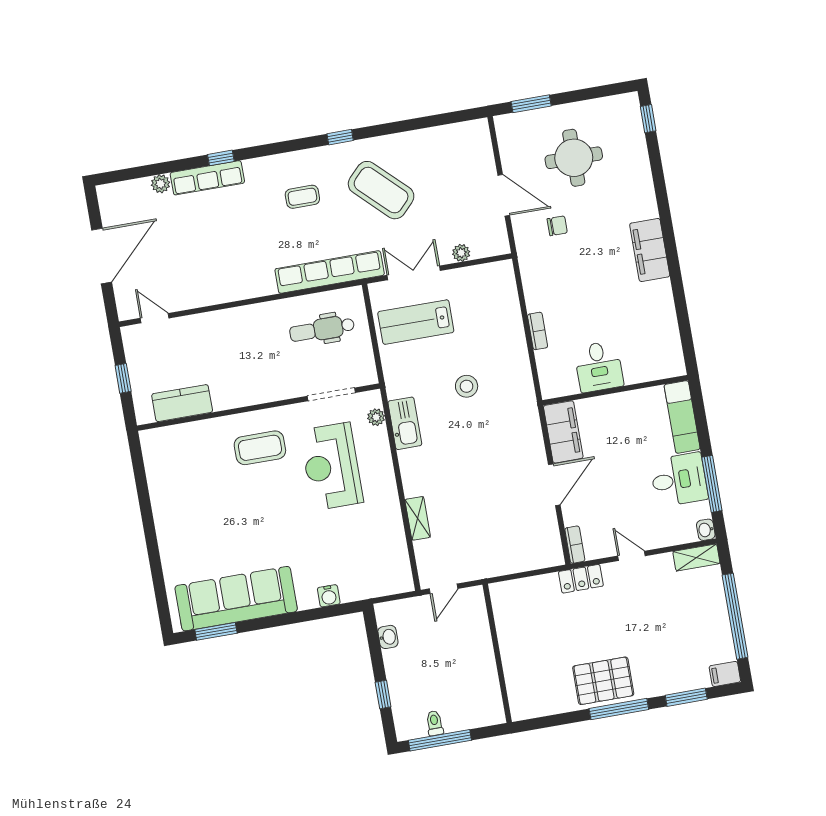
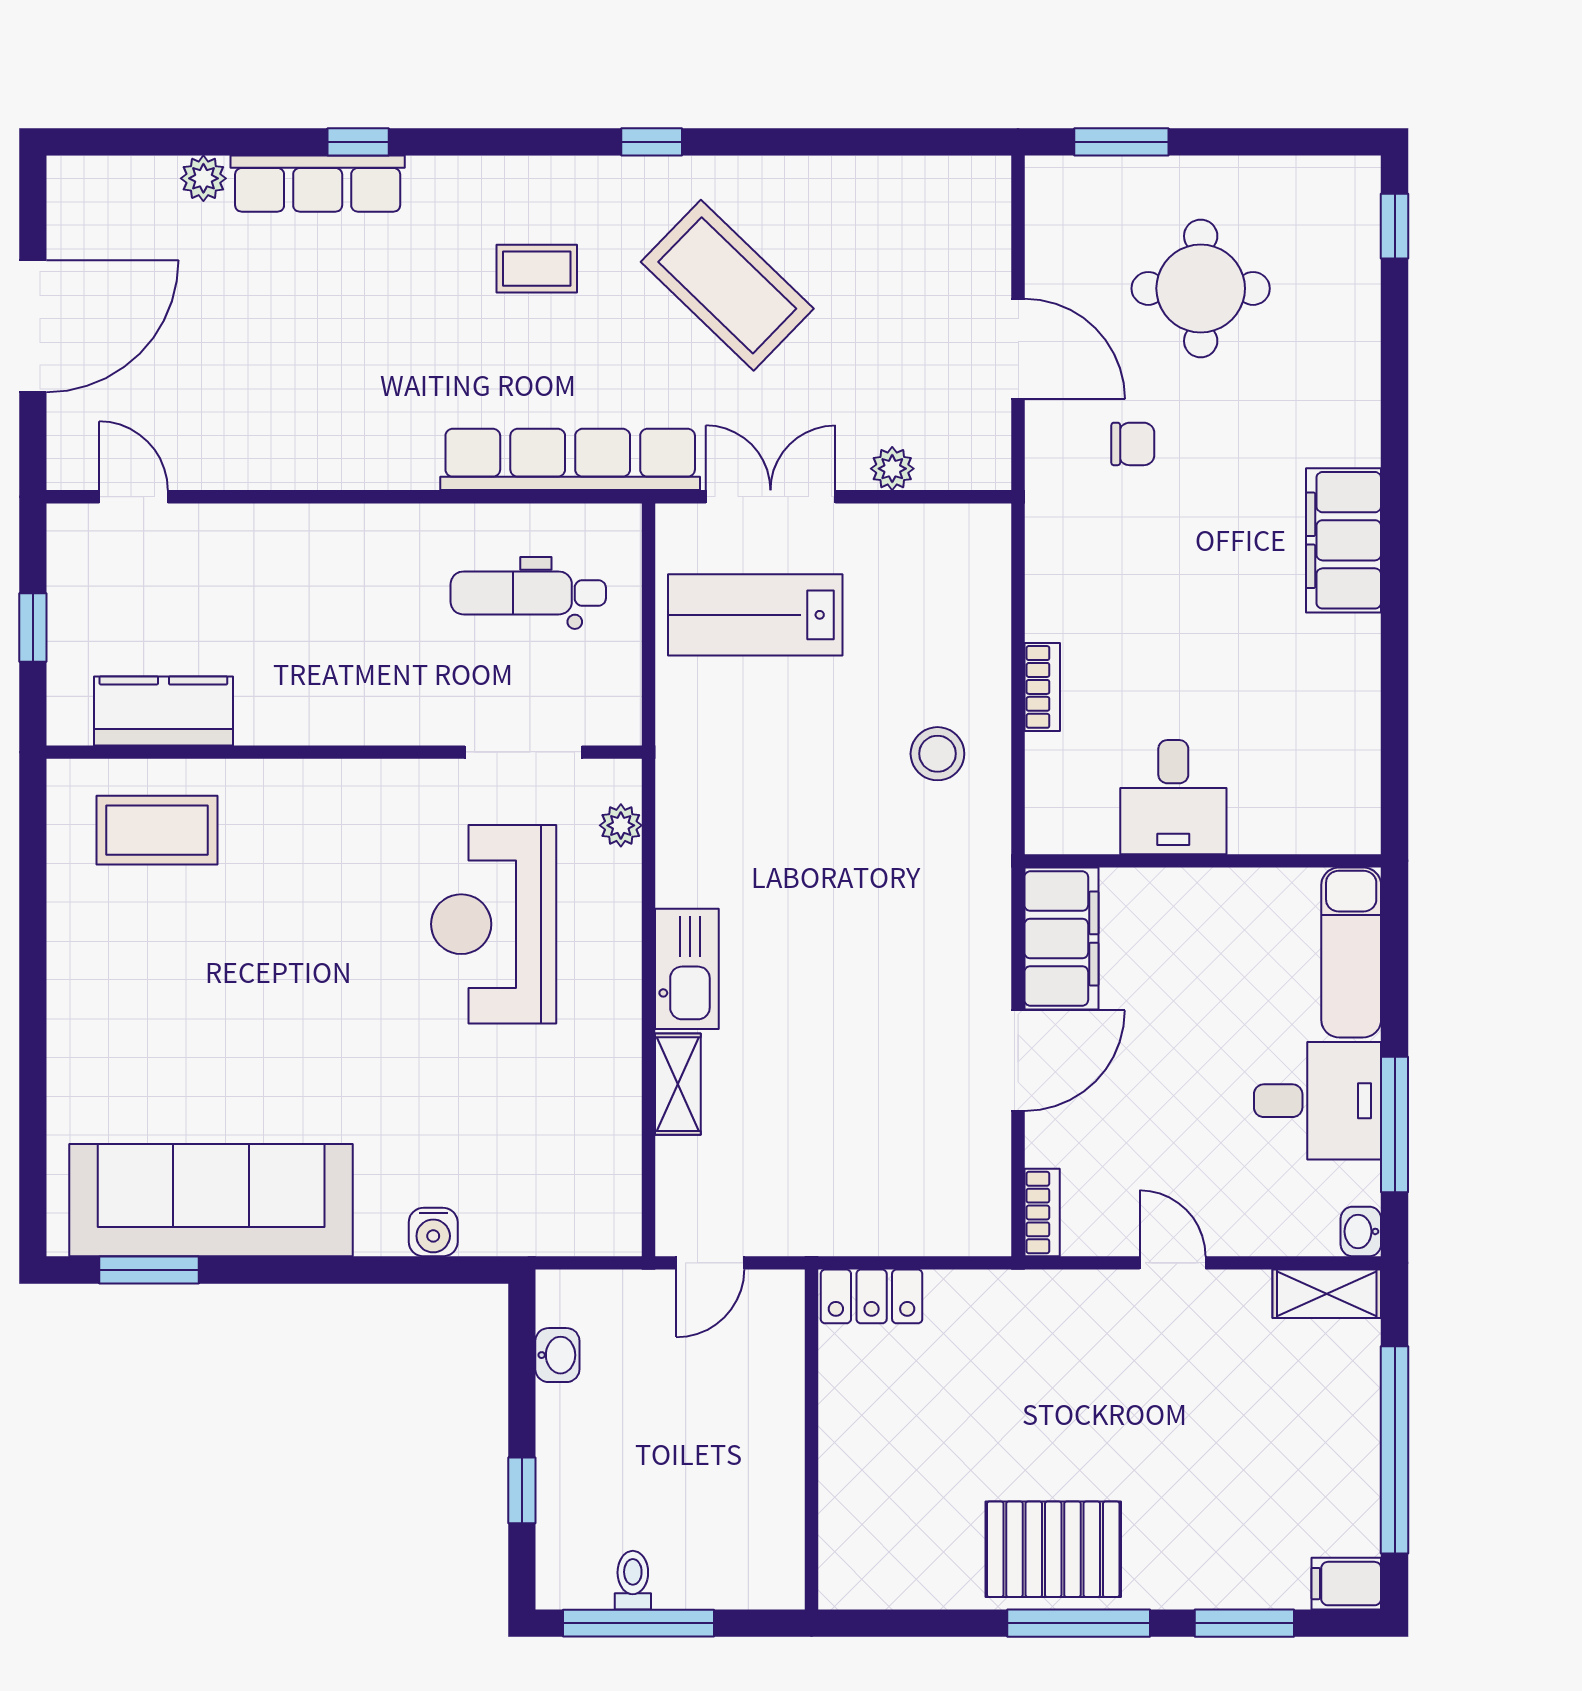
stool: (467, 386) -> (937, 754), moved
kitchen sink: (405, 423) -> (687, 969), moved
coffee table: (260, 448) -> (157, 830), moved
locker: (581, 579) -> (872, 1296), moved

